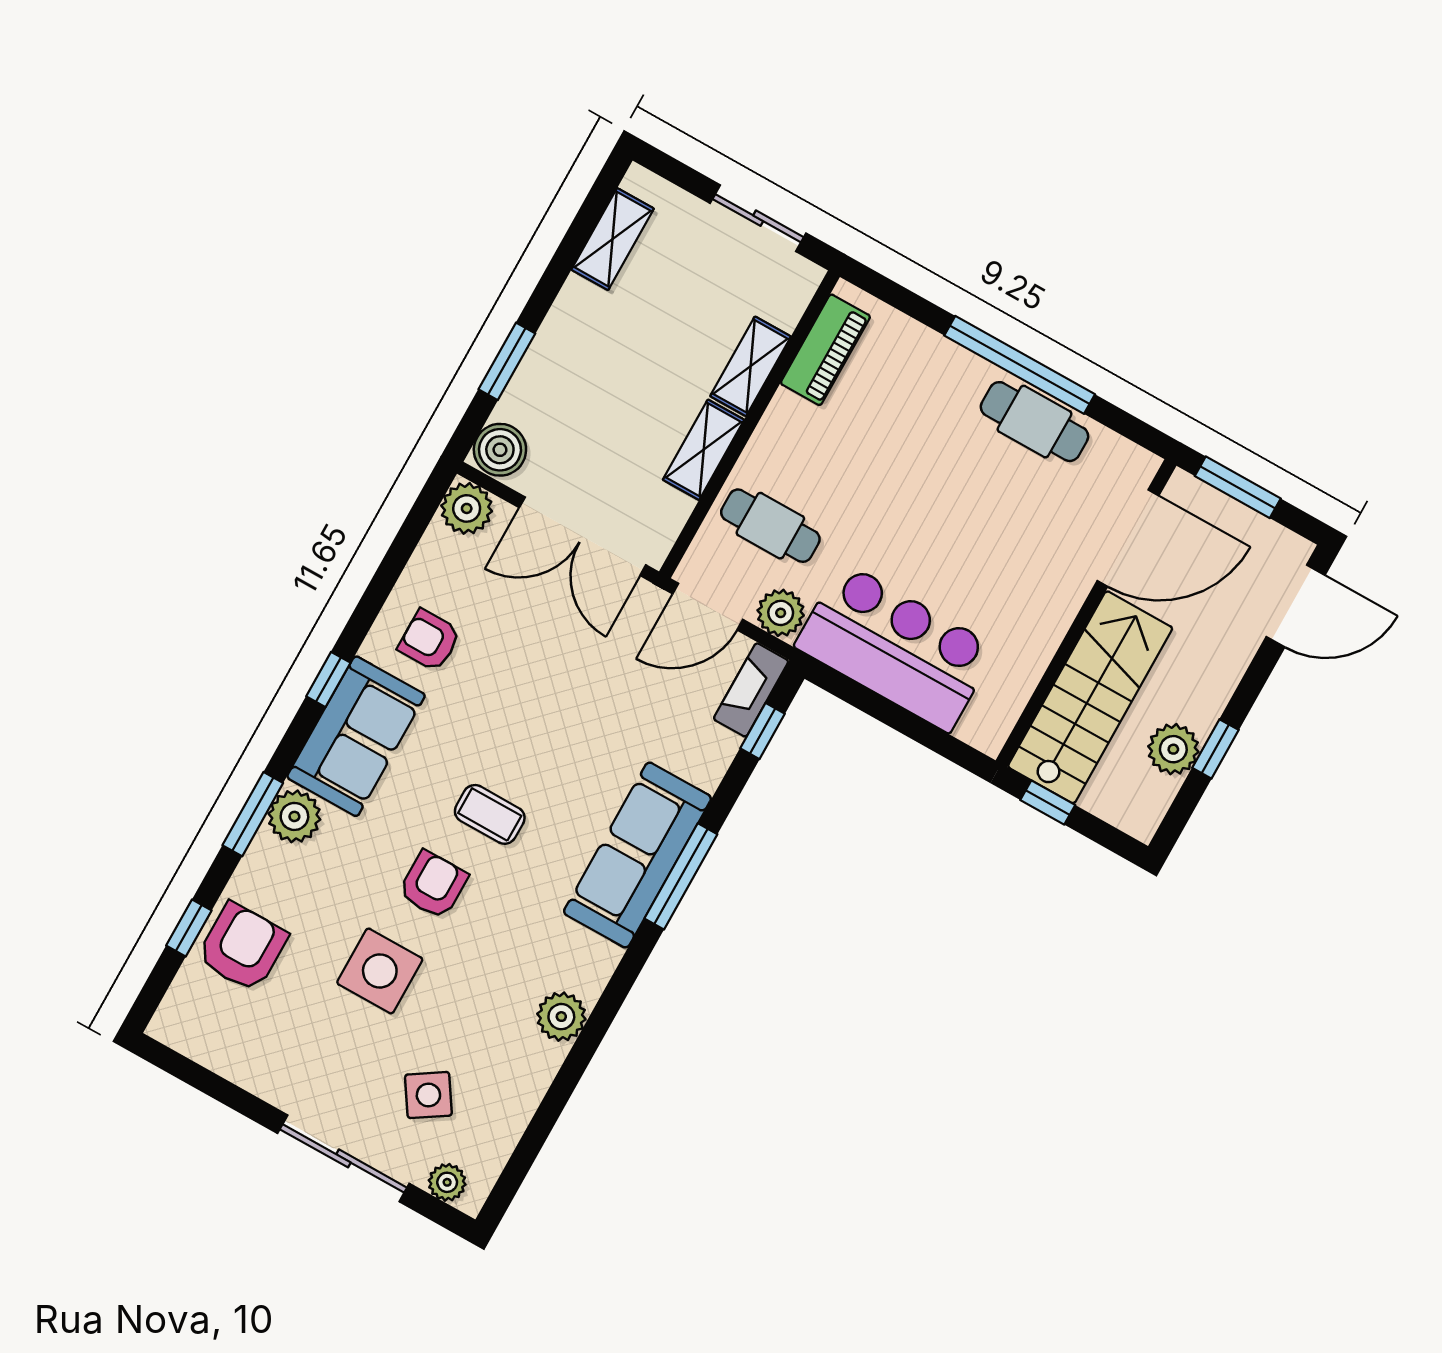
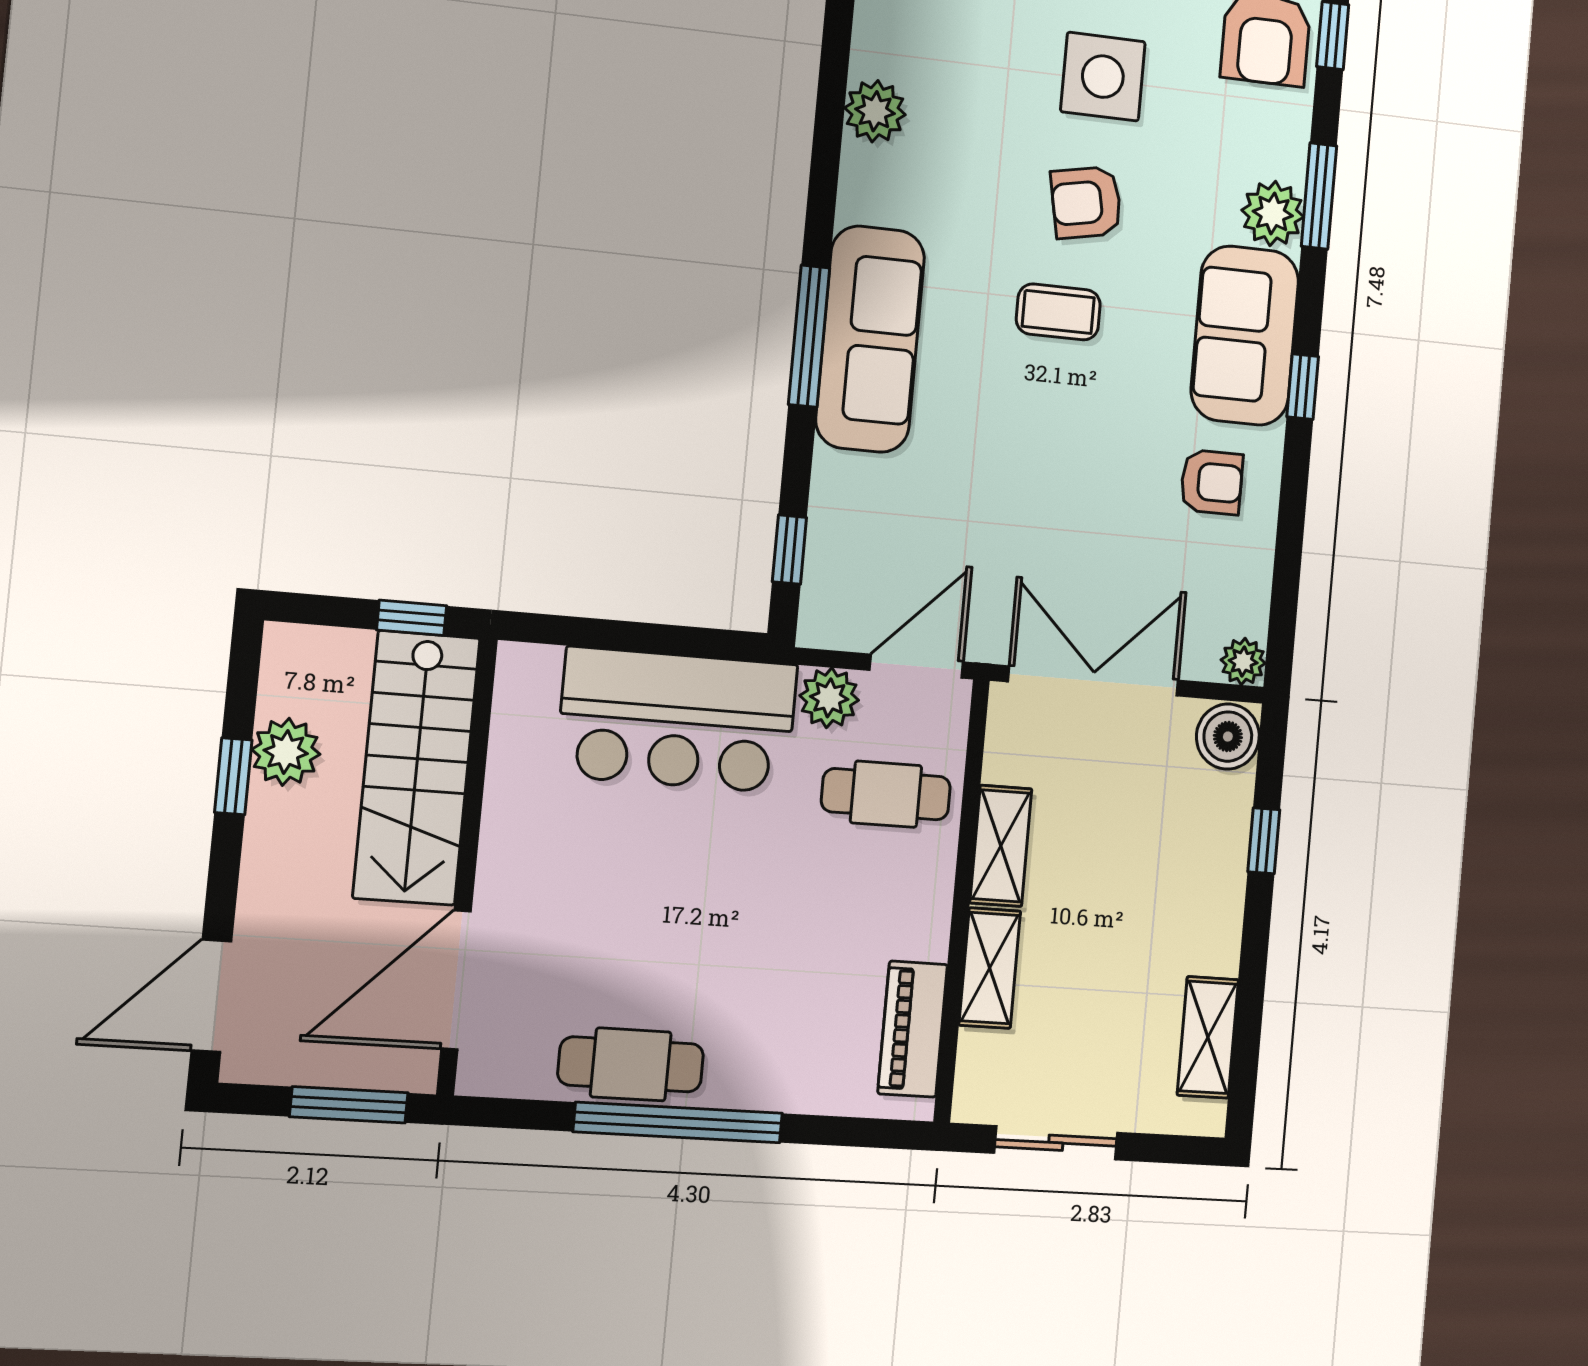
window: (507, 361) -> (1264, 841), width x0.67
plant: (467, 508) -> (1243, 662), width x0.73, depth x0.73
fireplace: (751, 690) -> (824, 592), removed
armchair: (433, 885) -> (1086, 202), turned 79

